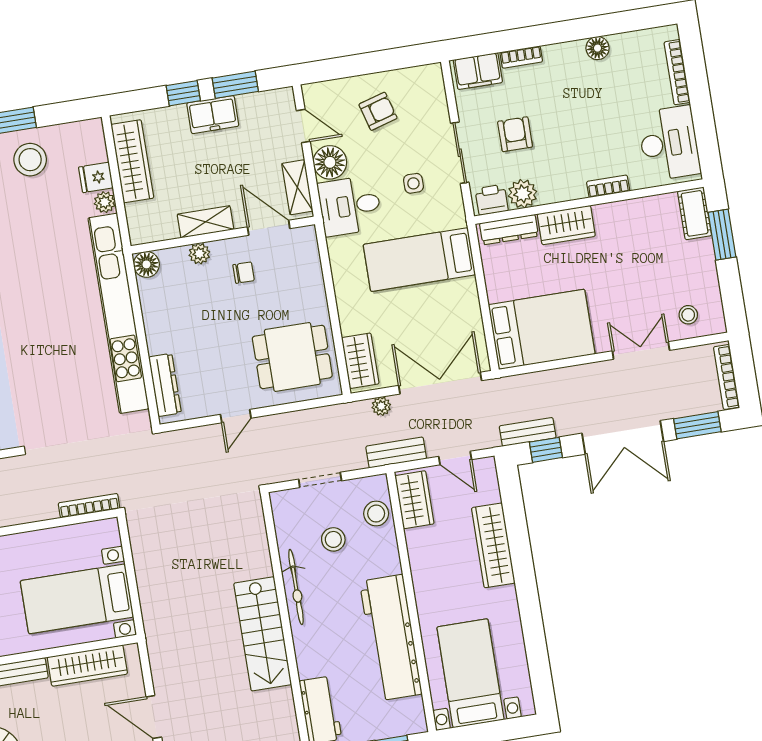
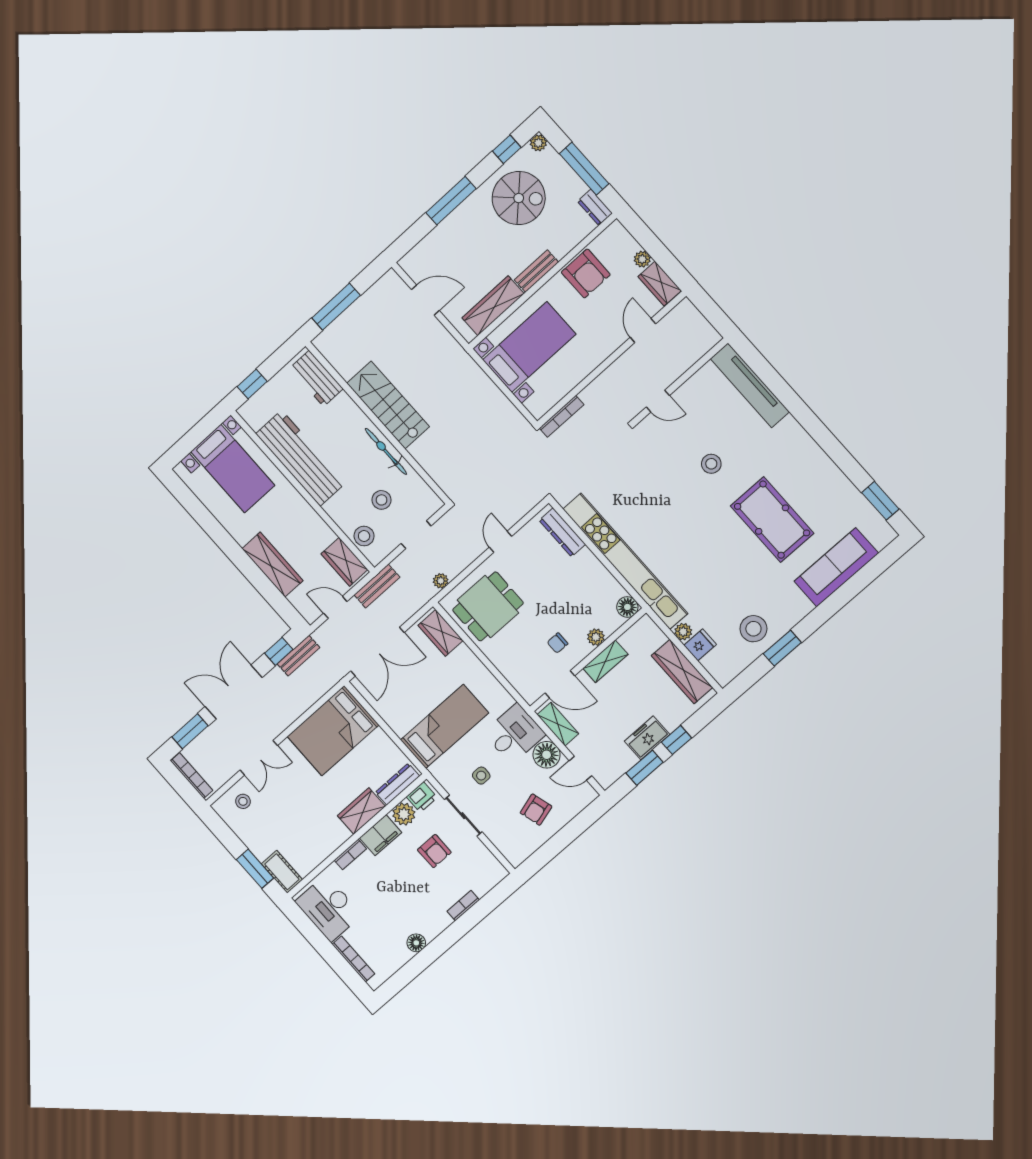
filing cabinet: (478, 71) -> (380, 835), moved, turned 180
plant: (381, 406) -> (441, 581), moved

